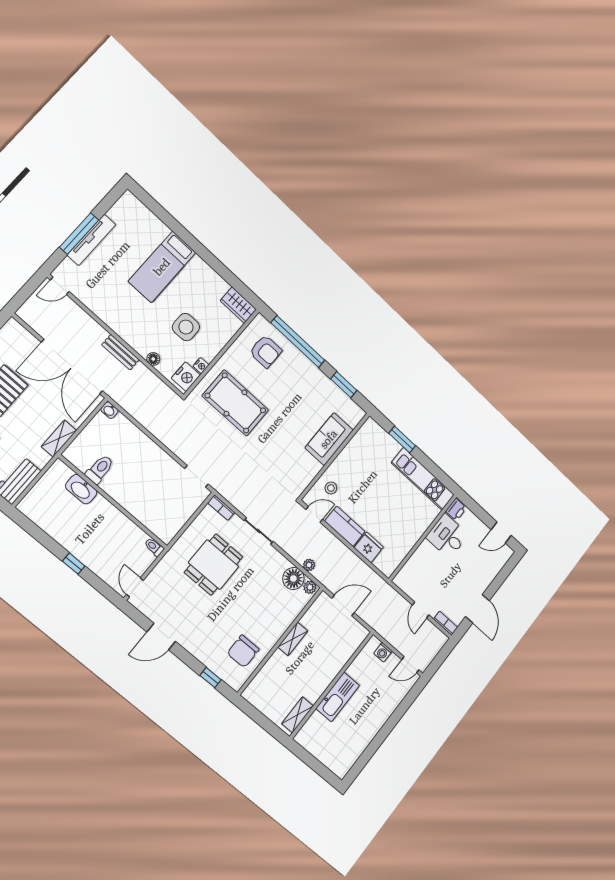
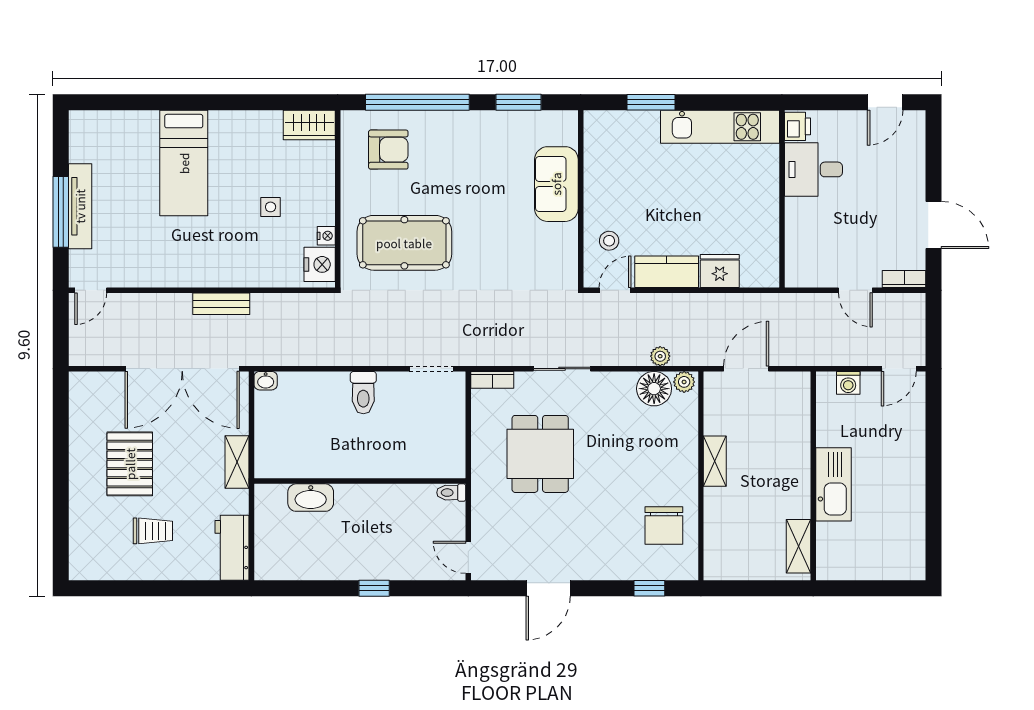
side table: (186, 327) -> (271, 207), width x0.54, depth x0.54
floor lamp: (153, 359) -> (265, 278), removed
toilet: (100, 469) -> (363, 393), moved, turned 180

